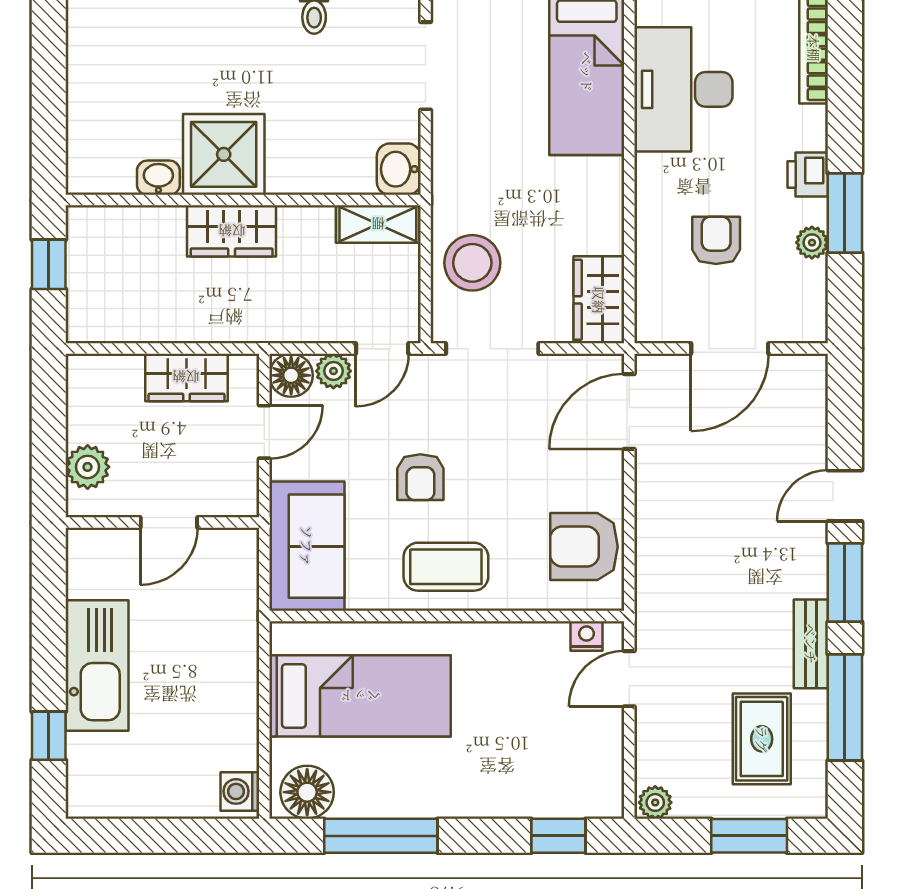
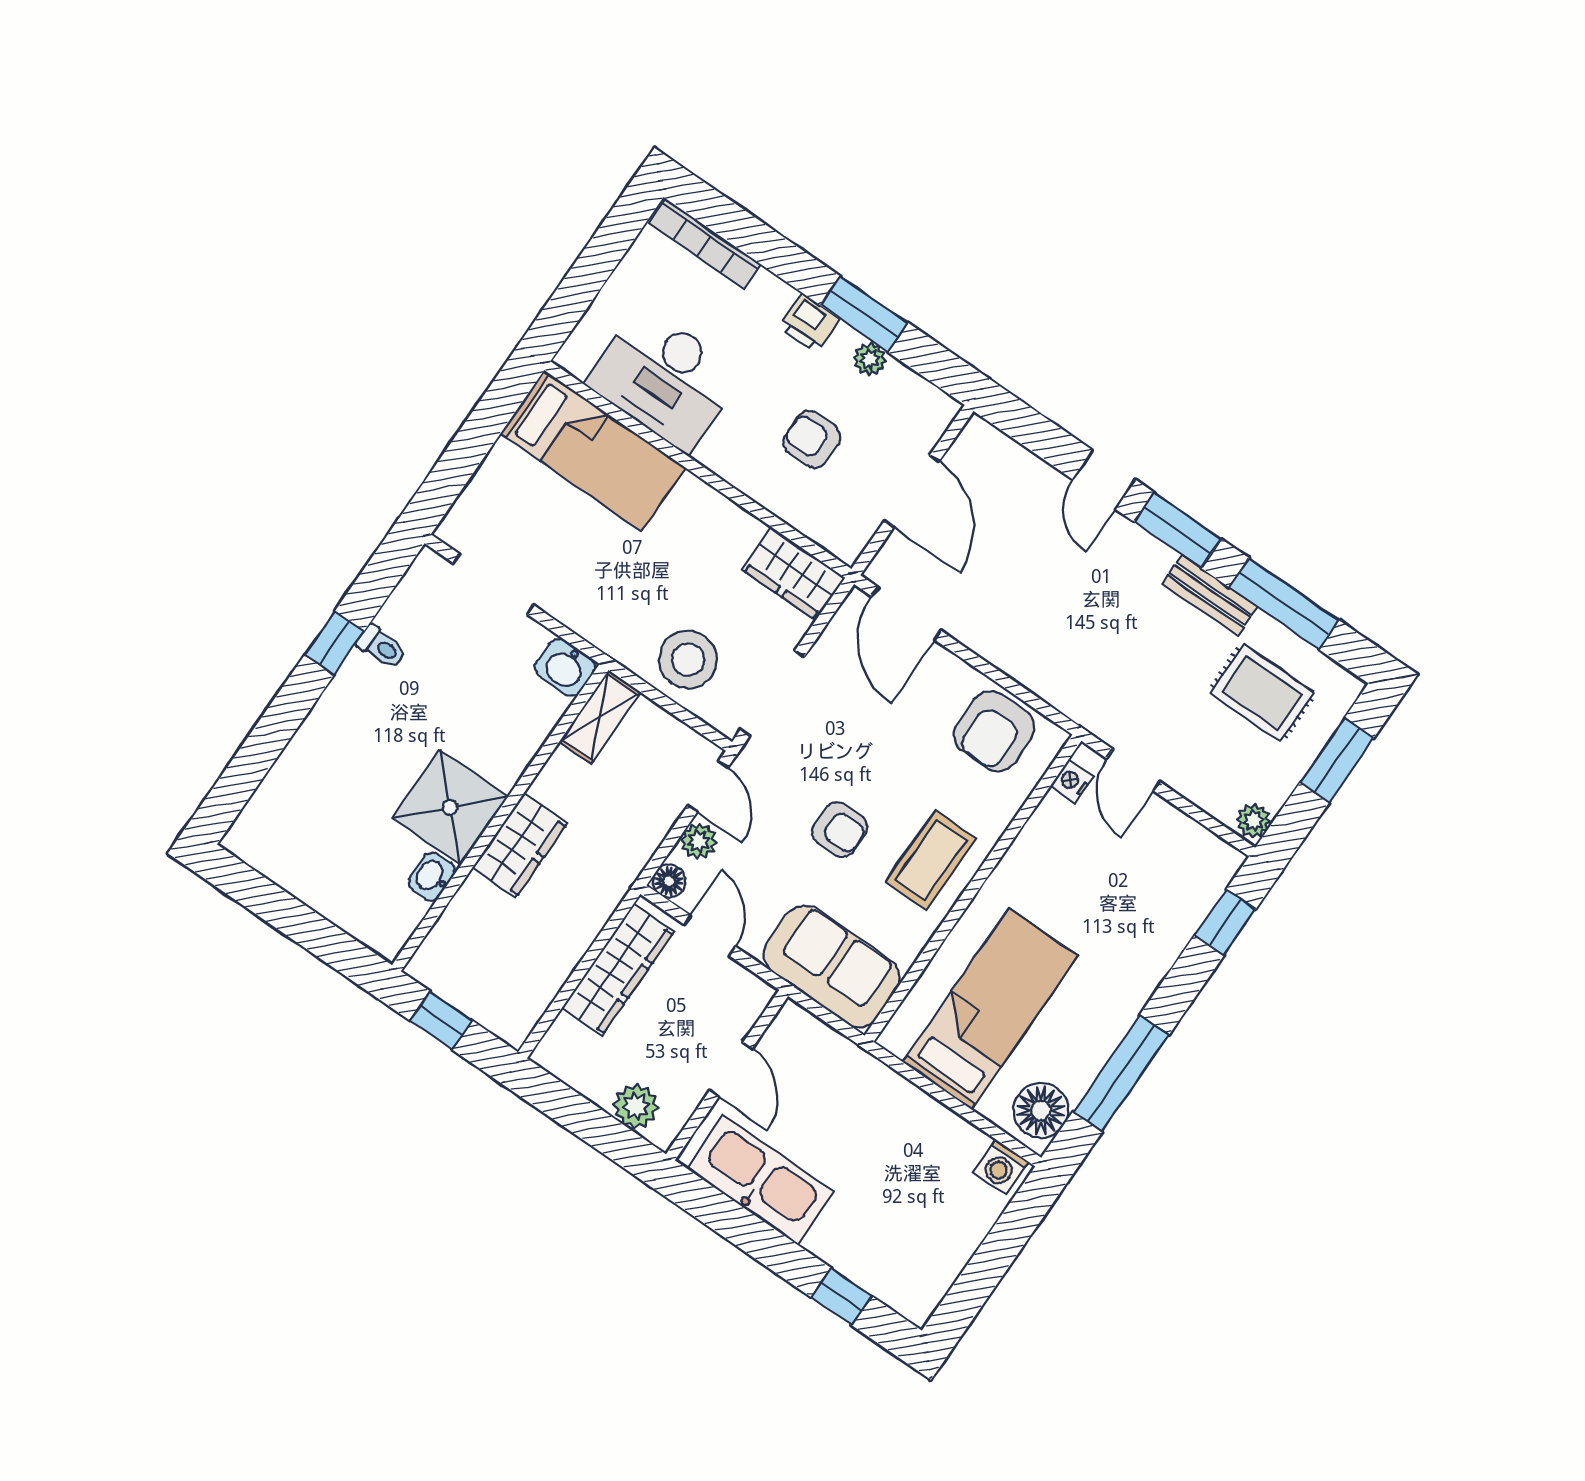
floor lamp: (291, 375) -> (669, 881), width x0.73, depth x0.73
wardrobe: (186, 377) -> (618, 970), width x1.50
kitchen sink: (97, 665) -> (760, 1180), moved

